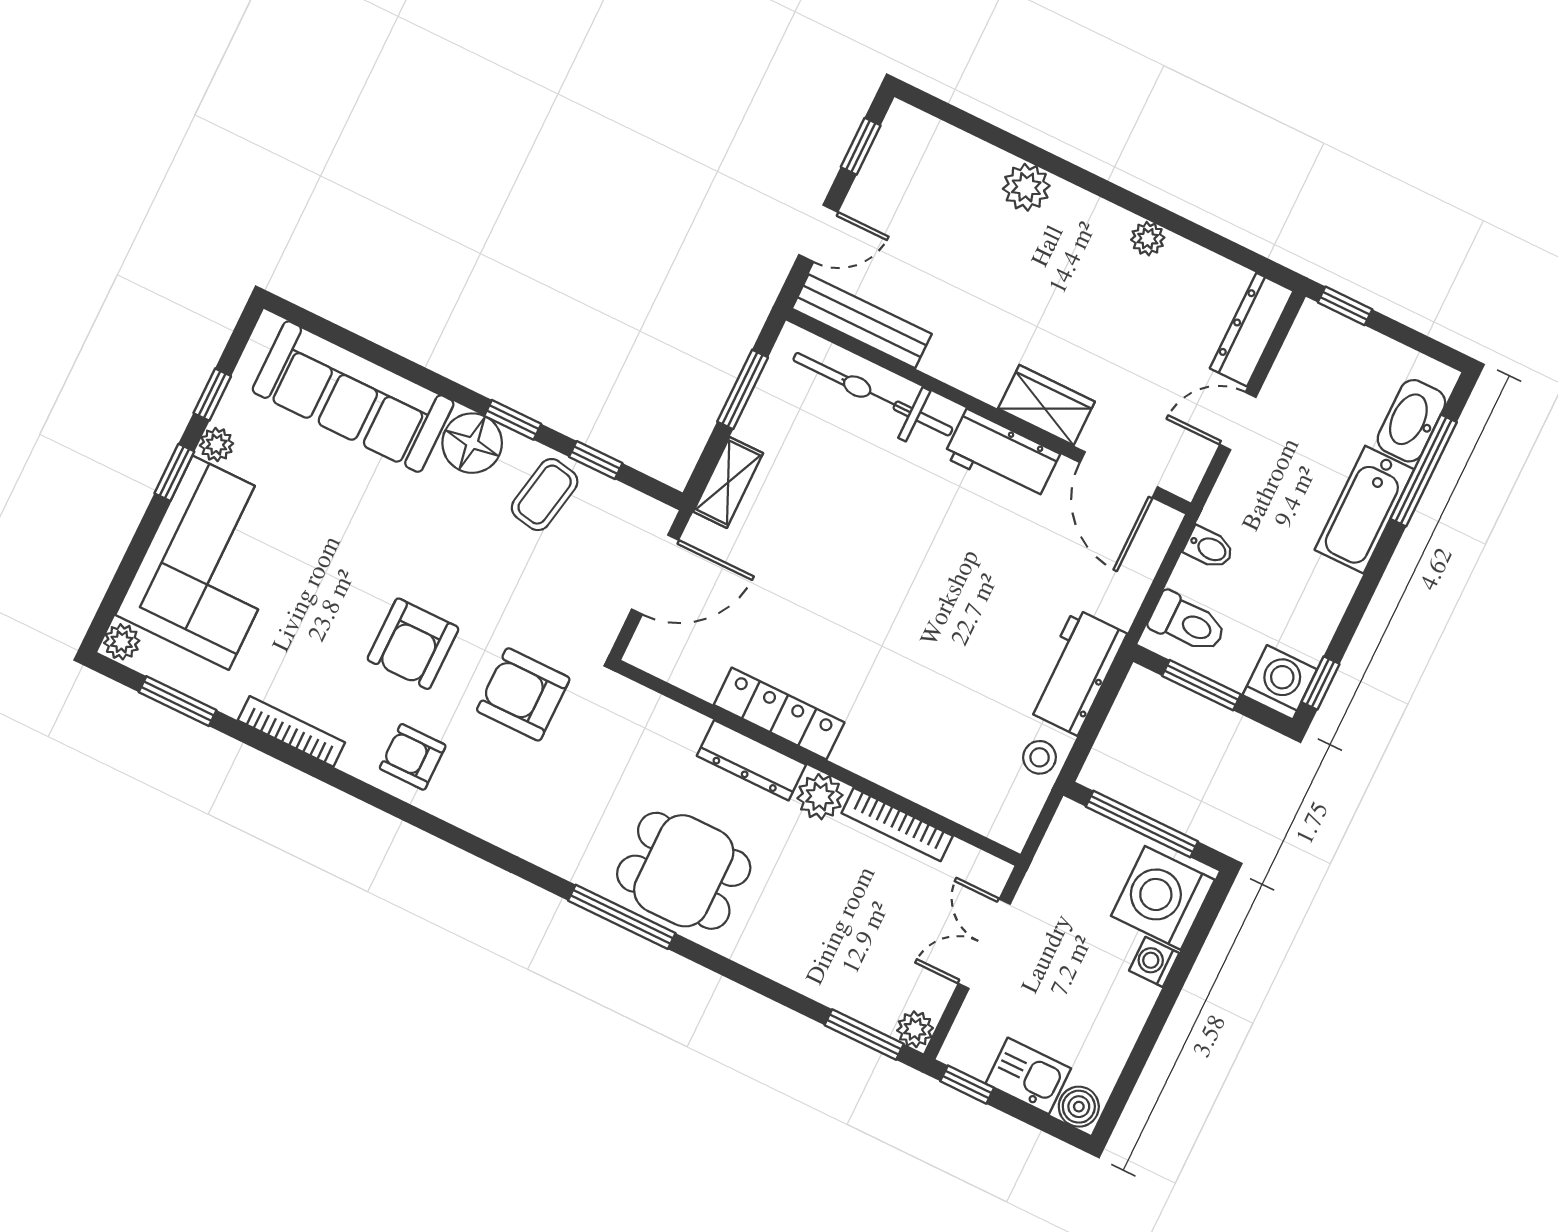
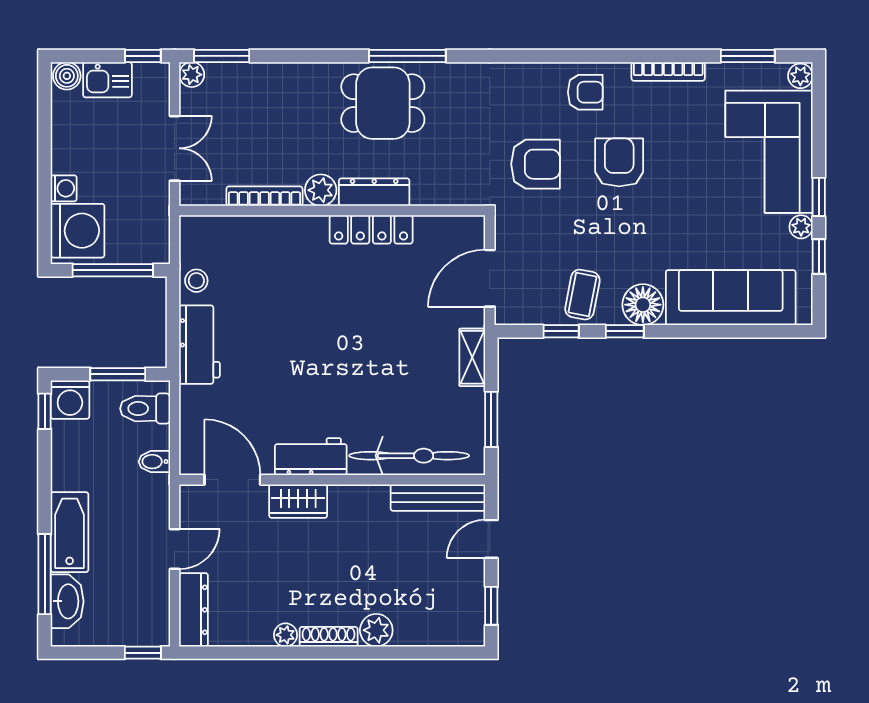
shoe rack: (1093, 209) -> (329, 637), added

